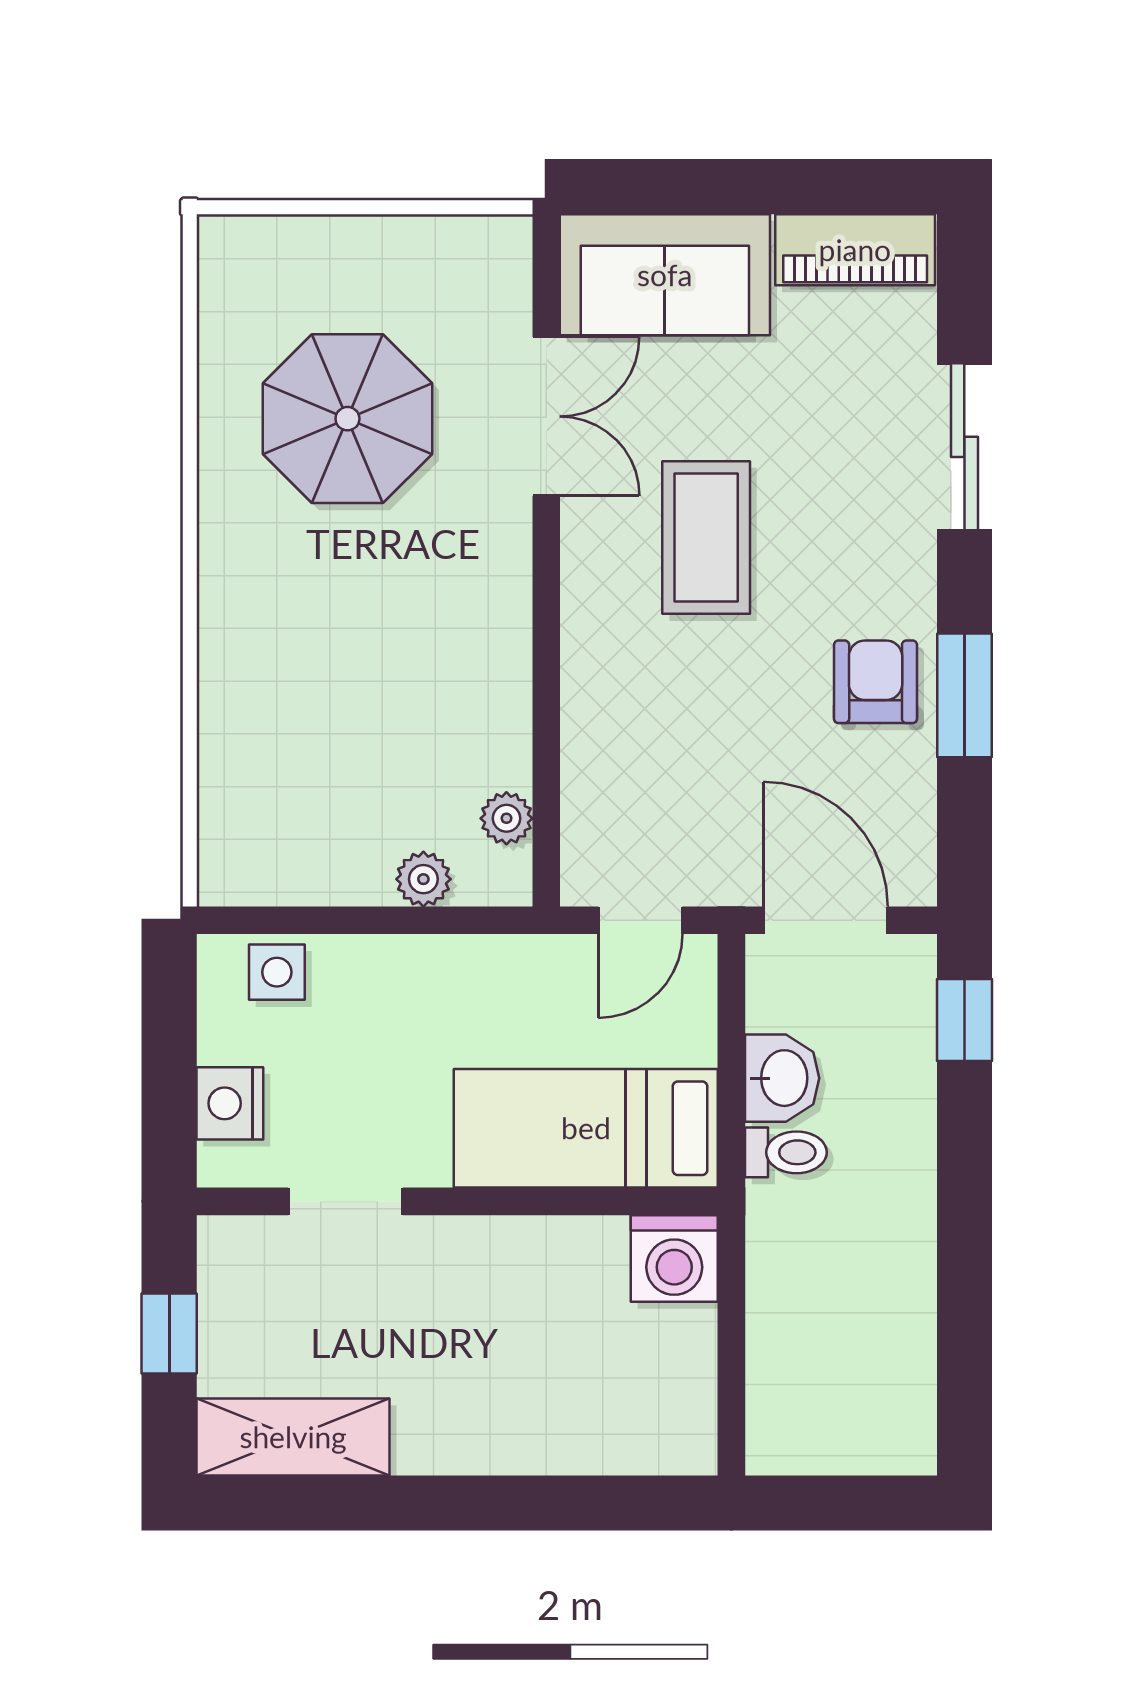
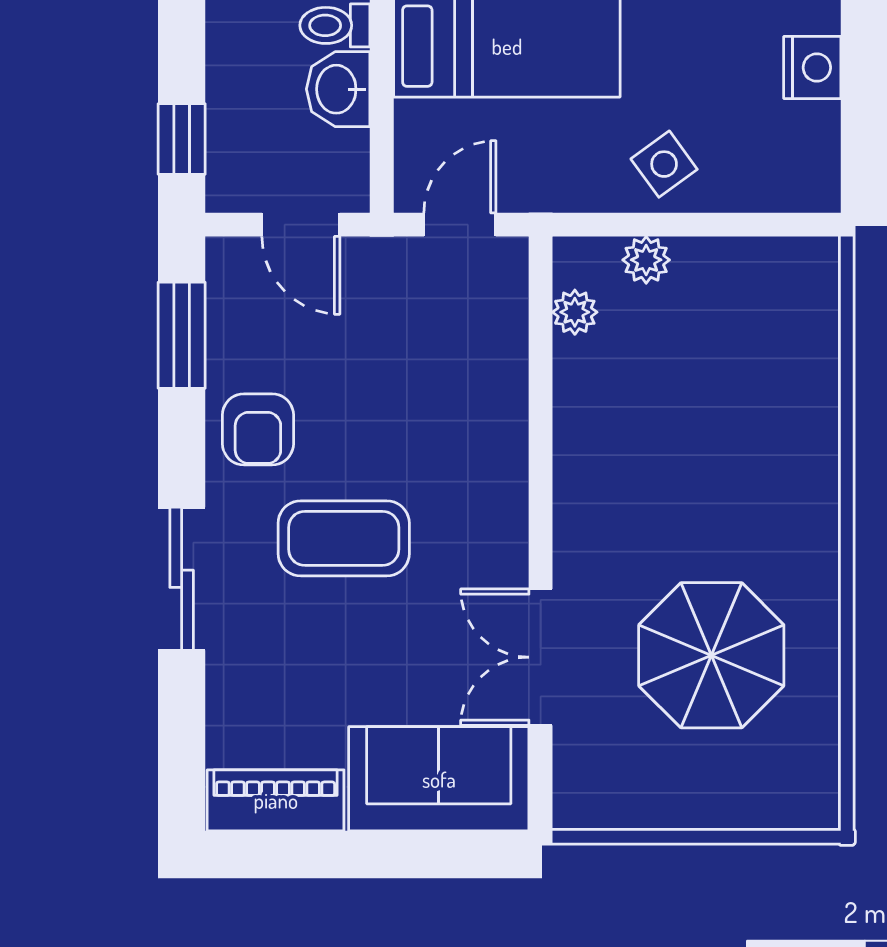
sliding door: (964, 447) -> (182, 579), moved
coffee table: (706, 537) -> (344, 538), moved, turned 90
window: (964, 695) -> (182, 335), moved
door: (826, 920) -> (301, 225), width x0.73
side table: (277, 972) -> (664, 164), moved, turned -36

